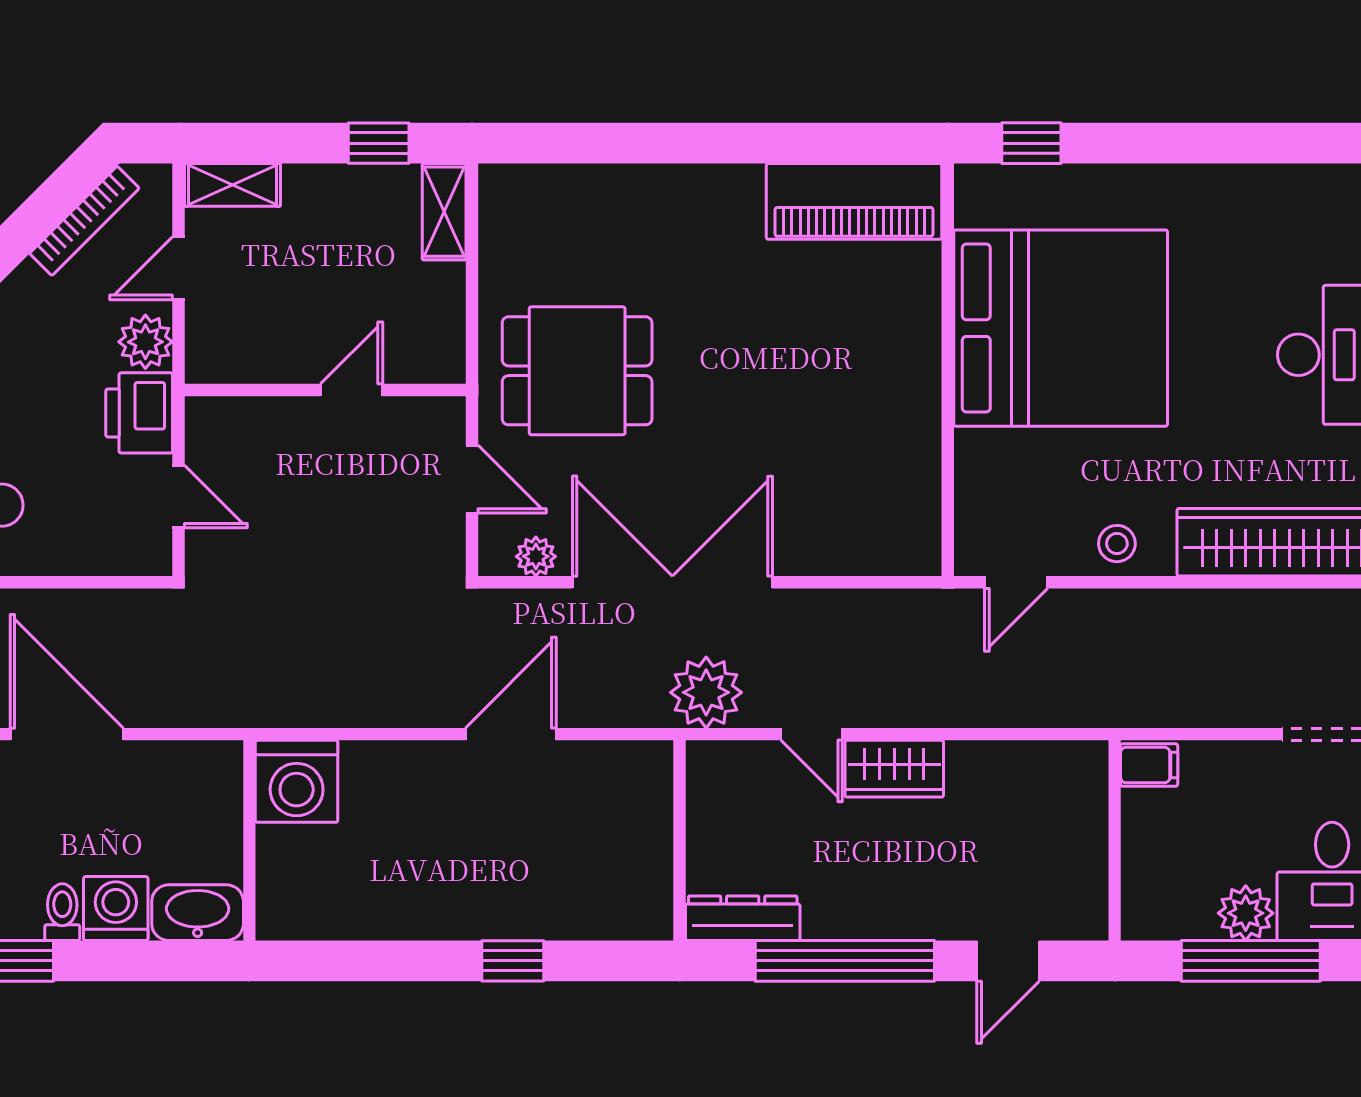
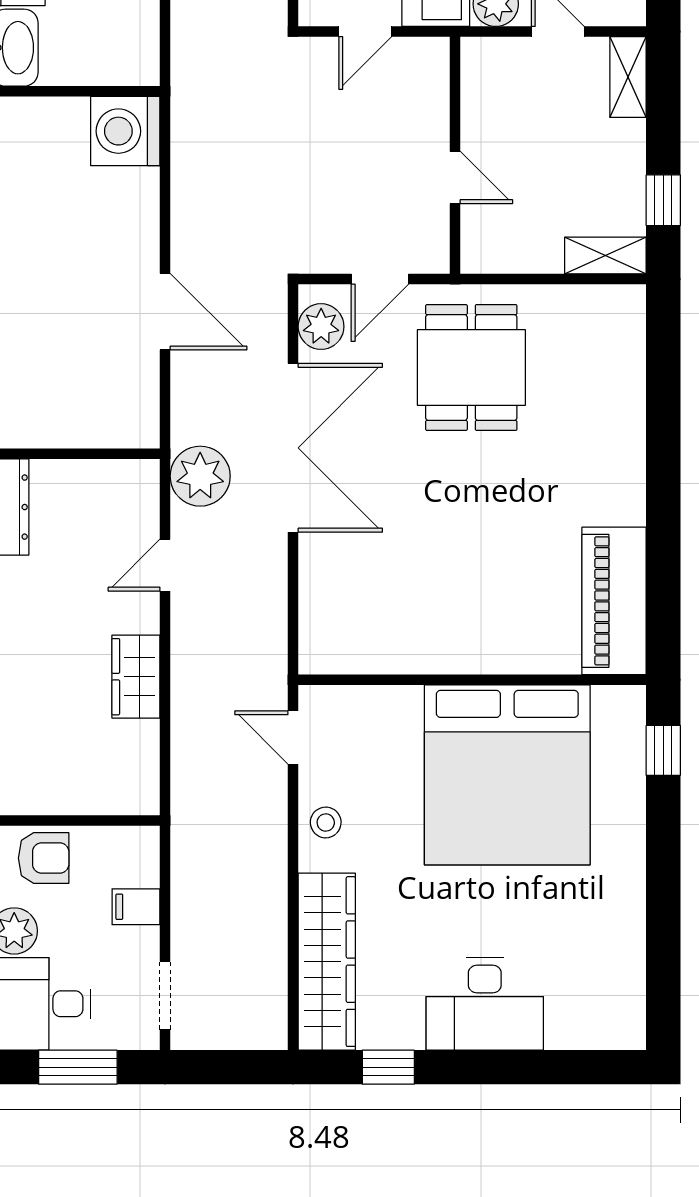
plant: (536, 556) -> (321, 327), width x1.38, depth x1.38
filing cabinet: (1149, 765) -> (136, 907), moved, turned 90
wardrobe: (894, 769) -> (136, 677), moved
armchair: (1159, 878) -> (44, 858), added

